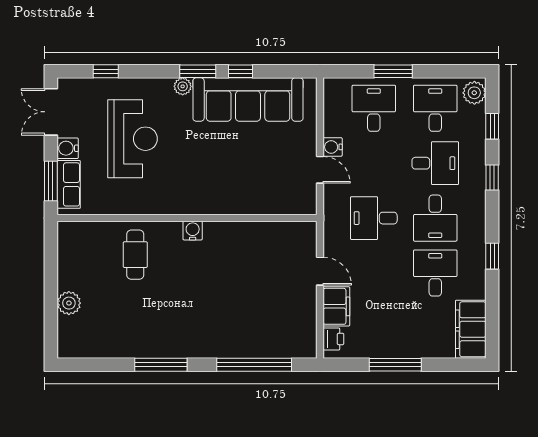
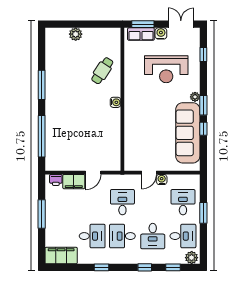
desk: (374, 108) -> (183, 202), turned -90
cafe table: (135, 255) -> (102, 71), turned -57

